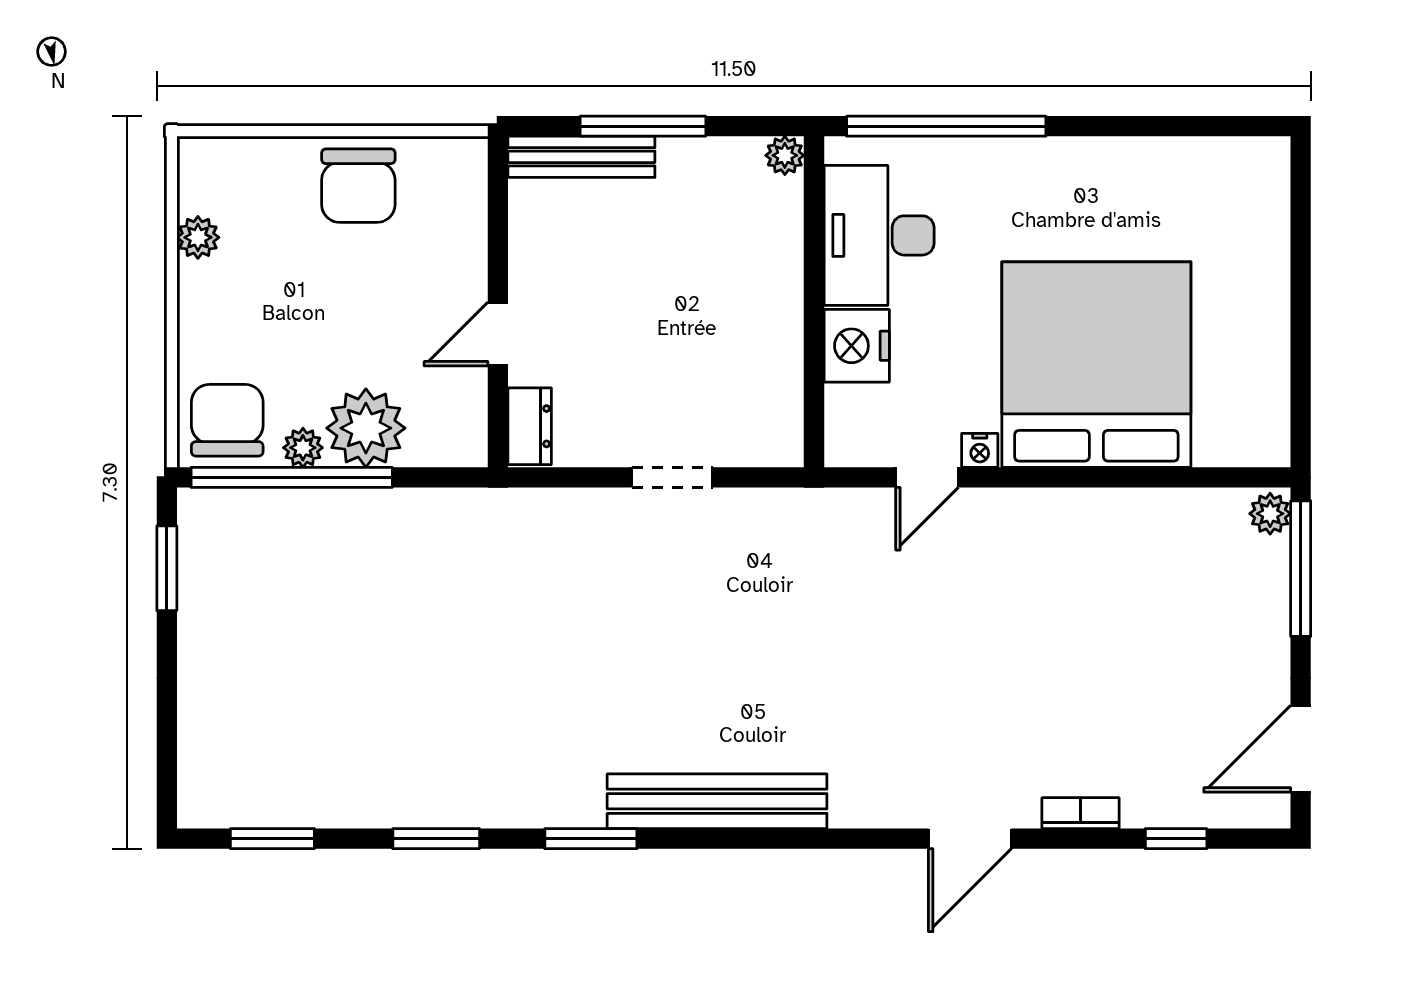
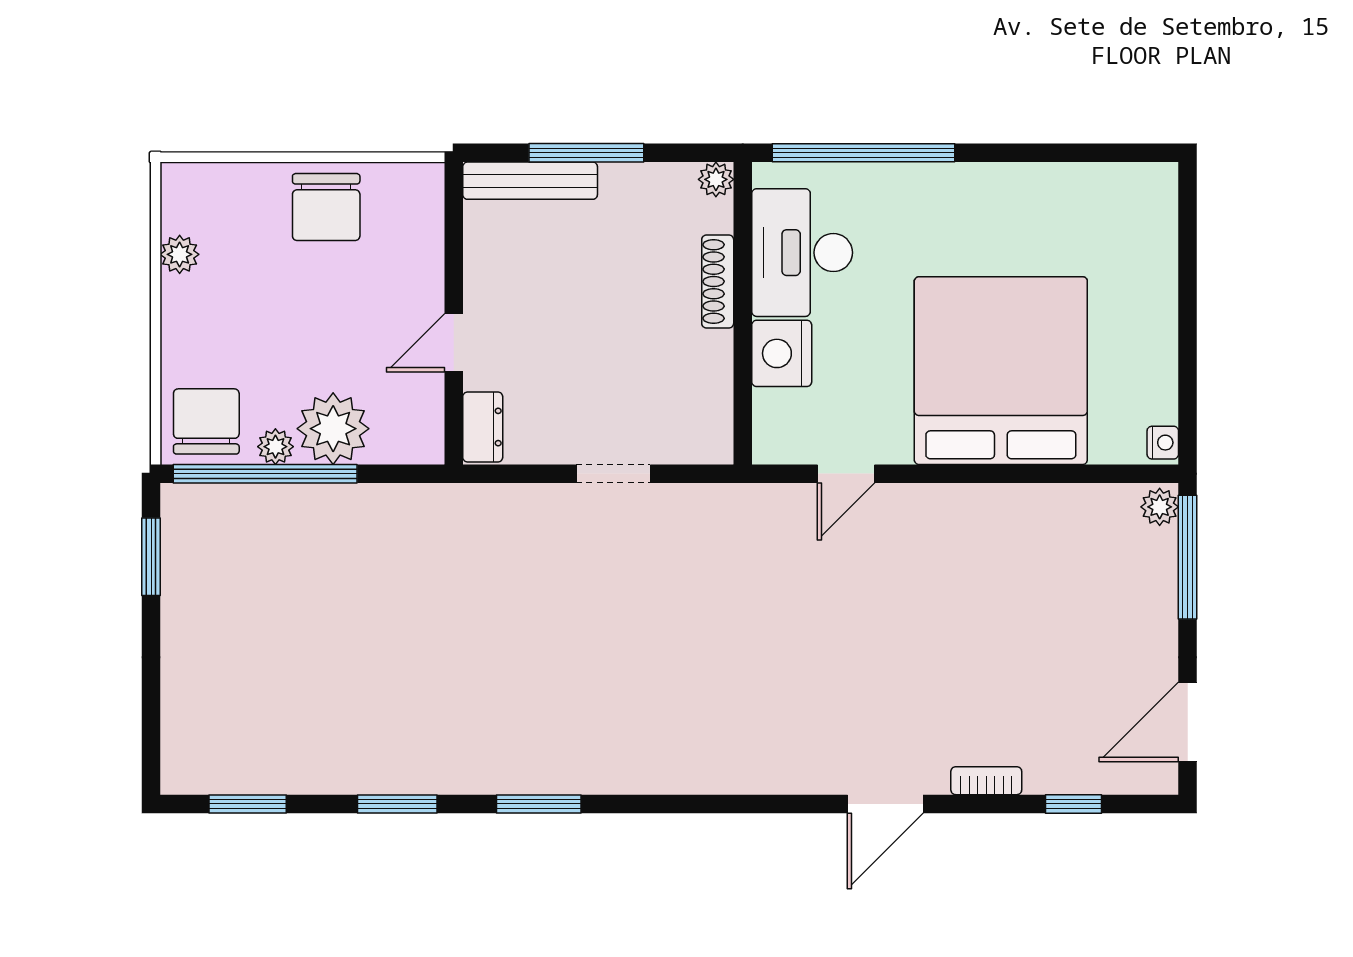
shoe rack: (787, 267) -> (718, 281), added
nightstand: (980, 450) -> (1163, 443), moved, turned -90
bench: (717, 801) -> (654, 770), removed

